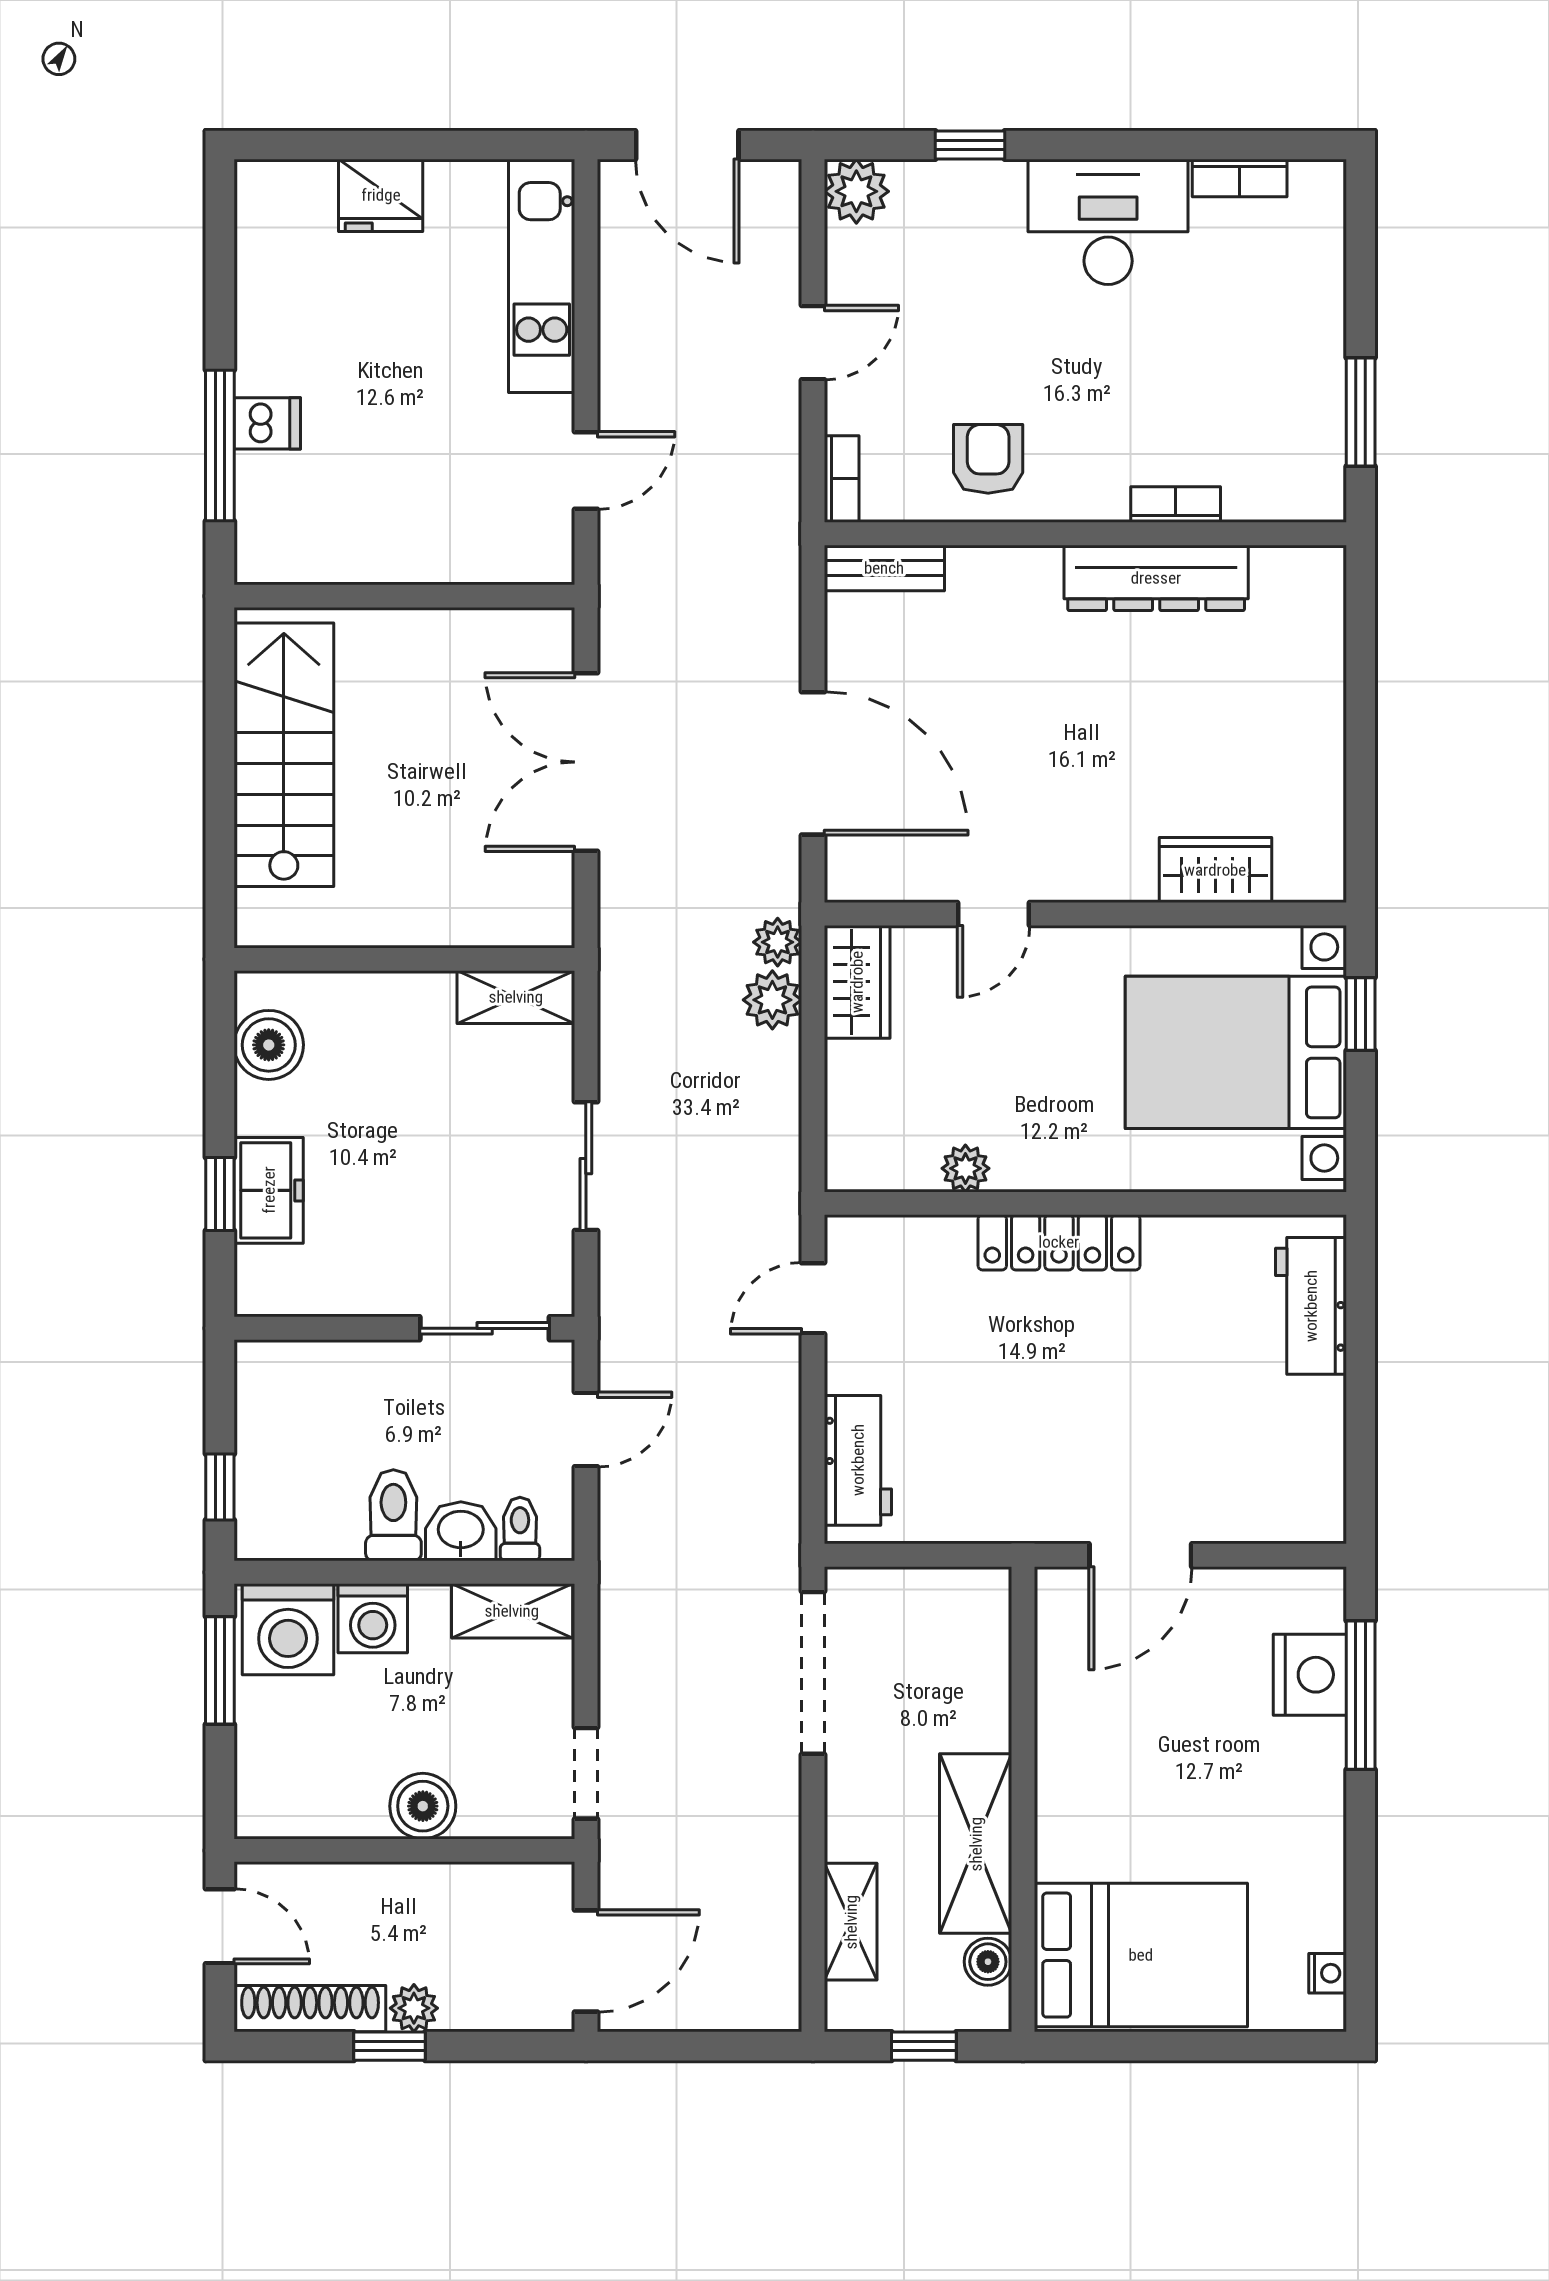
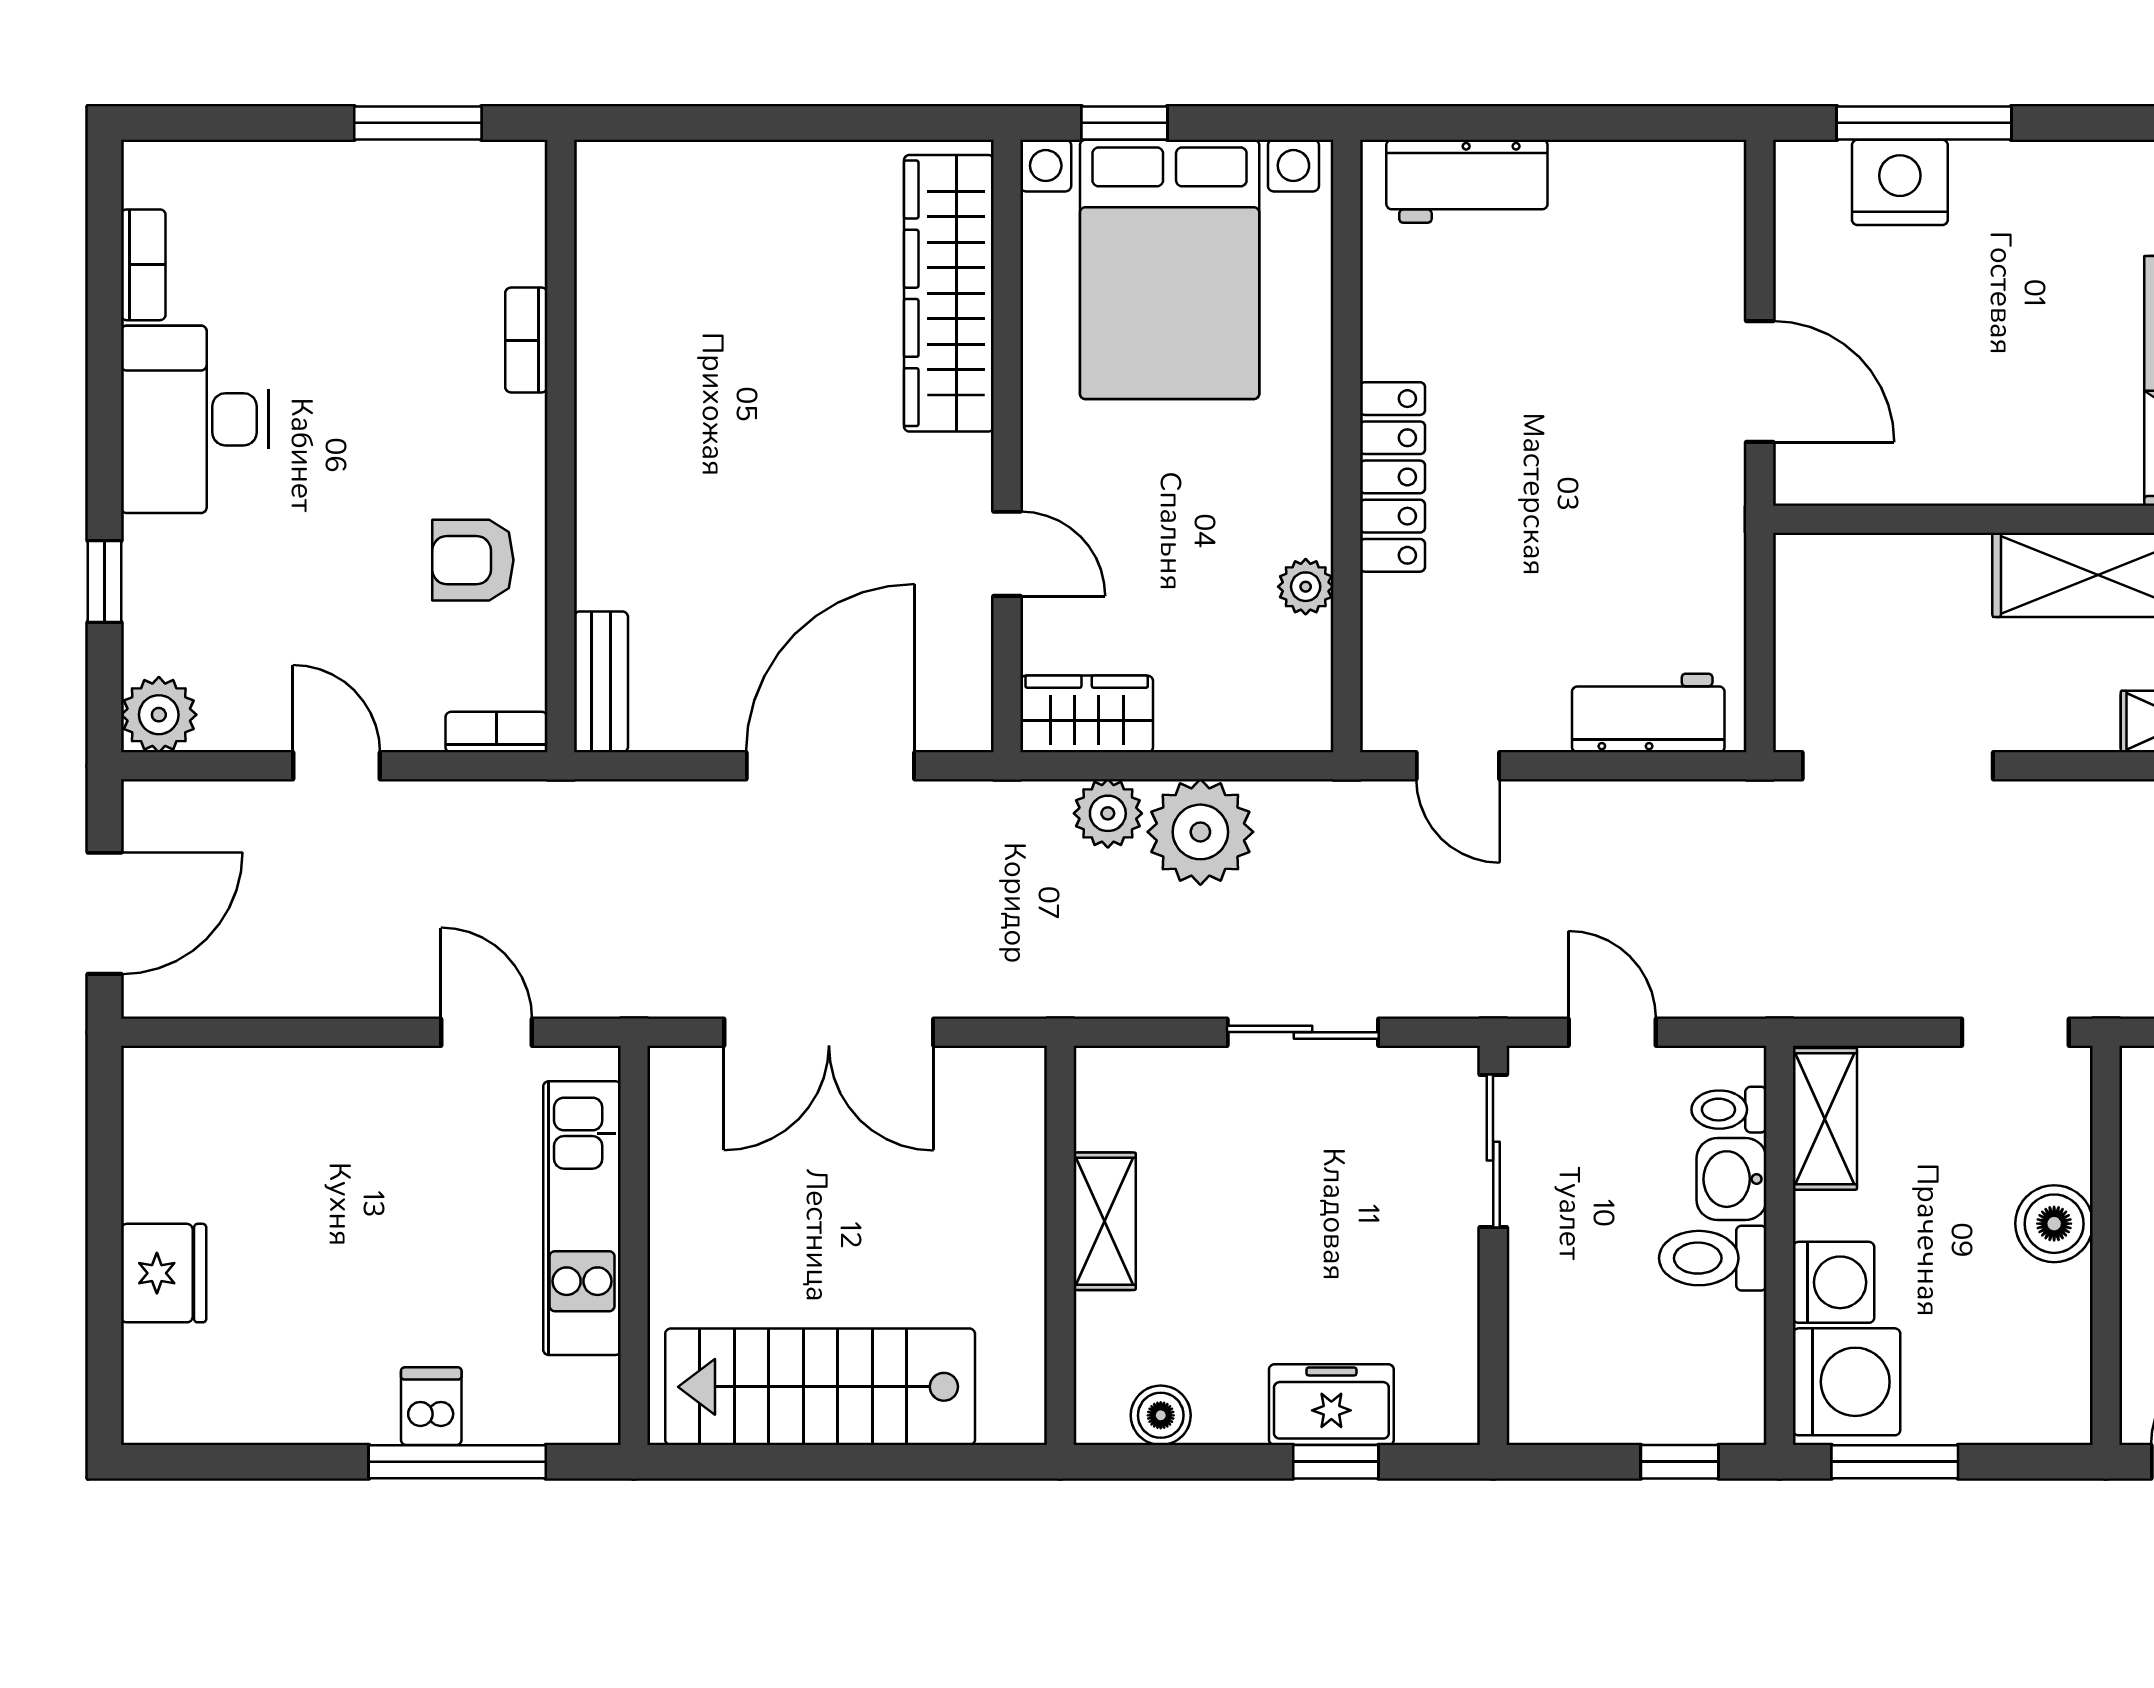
kitchen unit: (542, 276) -> (582, 1218), moved, turned 90
dresser: (1156, 578) -> (613, 363), removed
wardrobe: (1215, 870) -> (949, 293), width x2.10, depth x1.17
plant: (778, 942) -> (1200, 832), moved, width x1.88, depth x1.88
shelving: (516, 997) -> (1105, 1221), moved
boiler: (269, 1045) -> (1161, 1415), width x0.73, depth x0.73

